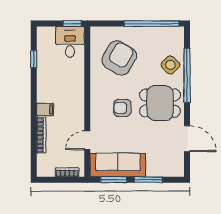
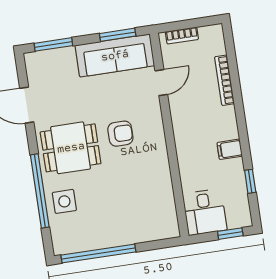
window: (72, 24) -> (230, 234), moved
armchair: (119, 58) -> (135, 200), removed
side table: (170, 65) -> (64, 201), turned 45
filing cabinet: (45, 109) -> (230, 149), moved
window: (148, 180) -> (53, 44), moved

